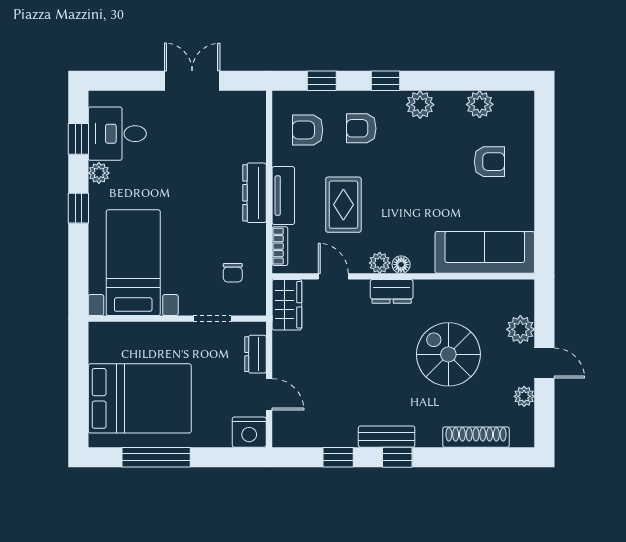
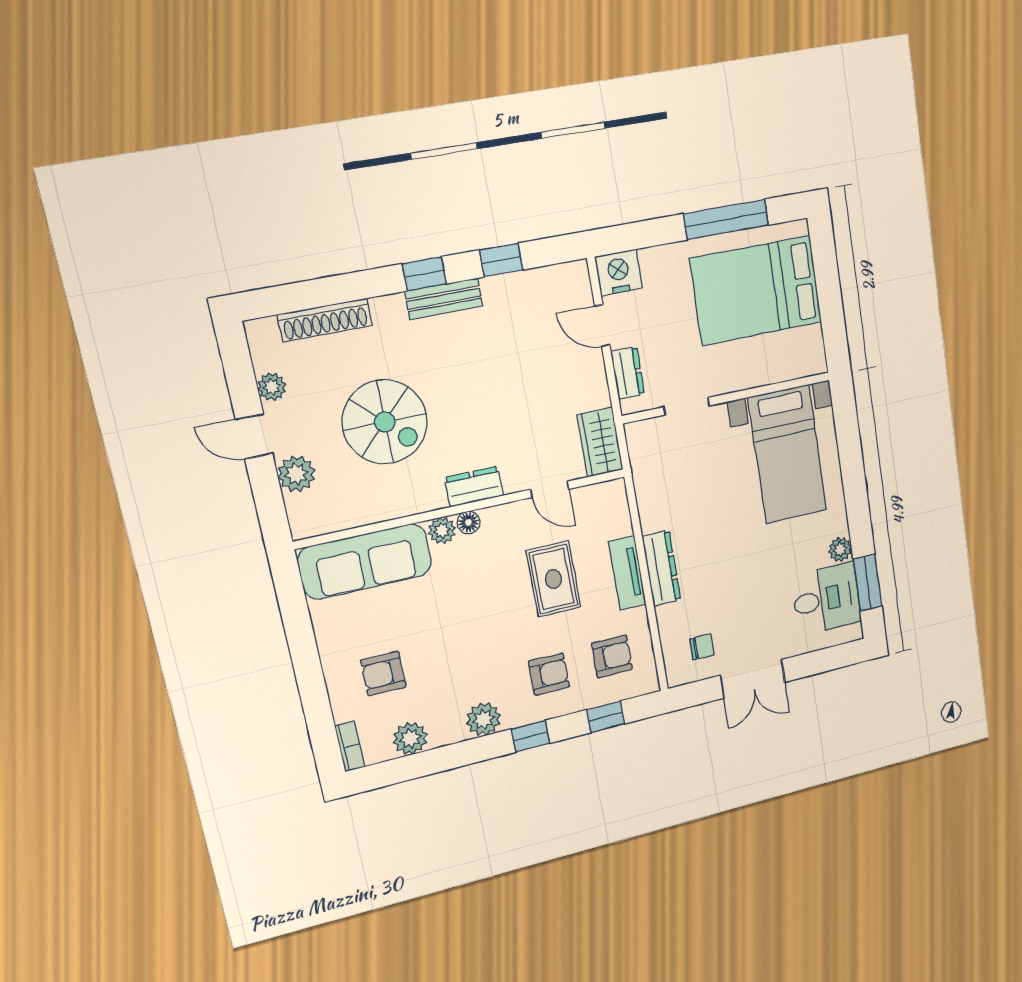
window: (78, 139) -> (867, 583), width x1.50
window: (78, 208) -> (857, 504), removed
bookcase: (280, 246) -> (350, 746), moved, turned 180
plant: (380, 263) -> (442, 531), moved
chair: (233, 273) -> (702, 647), moved, turned 90

